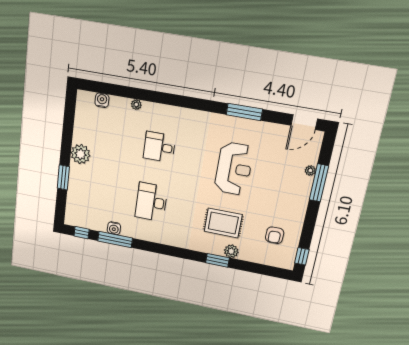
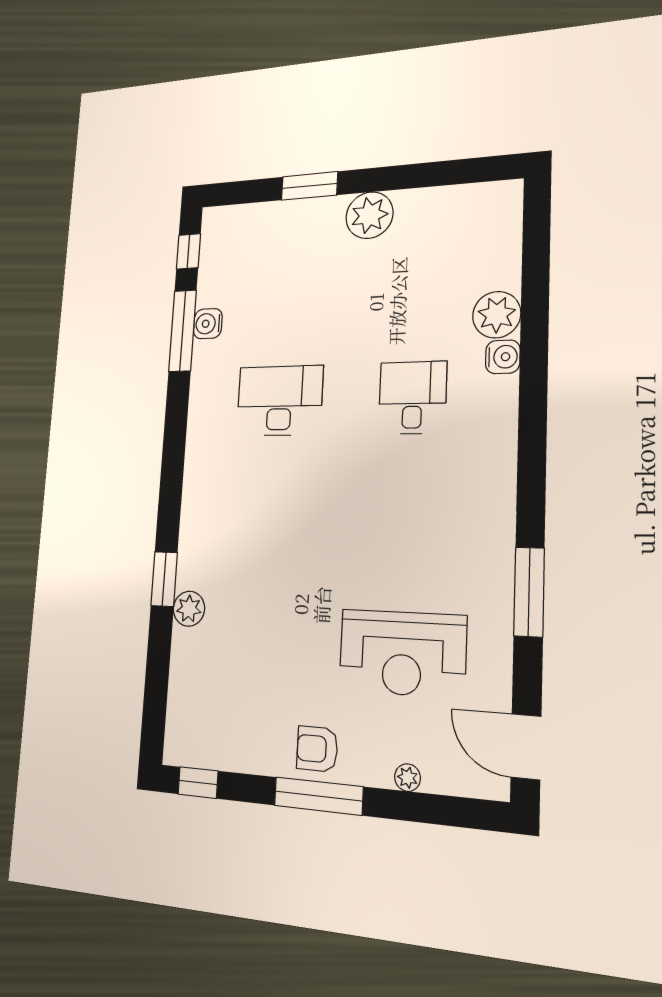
water cooler: (102, 100) -> (503, 357), moved
plant: (136, 105) -> (497, 315), width x1.88, depth x1.88
reception desk: (234, 169) -> (402, 653), moved
window: (319, 183) -> (318, 796), moved
rug: (223, 223) -> (252, 579), removed
armchair: (275, 235) -> (317, 749), moved

